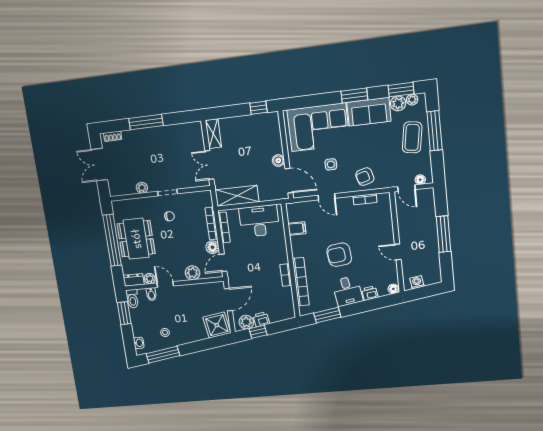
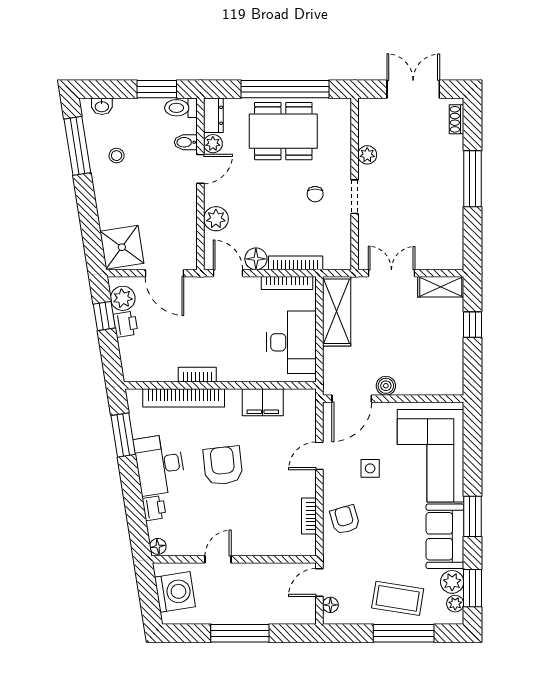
window: (259, 108) -> (472, 325), moved
filing cabinet: (297, 228) -> (263, 402), width x2.00
washing machine: (417, 282) -> (175, 592), width x1.89, depth x1.89
desk: (347, 291) -> (160, 465), width x1.37

